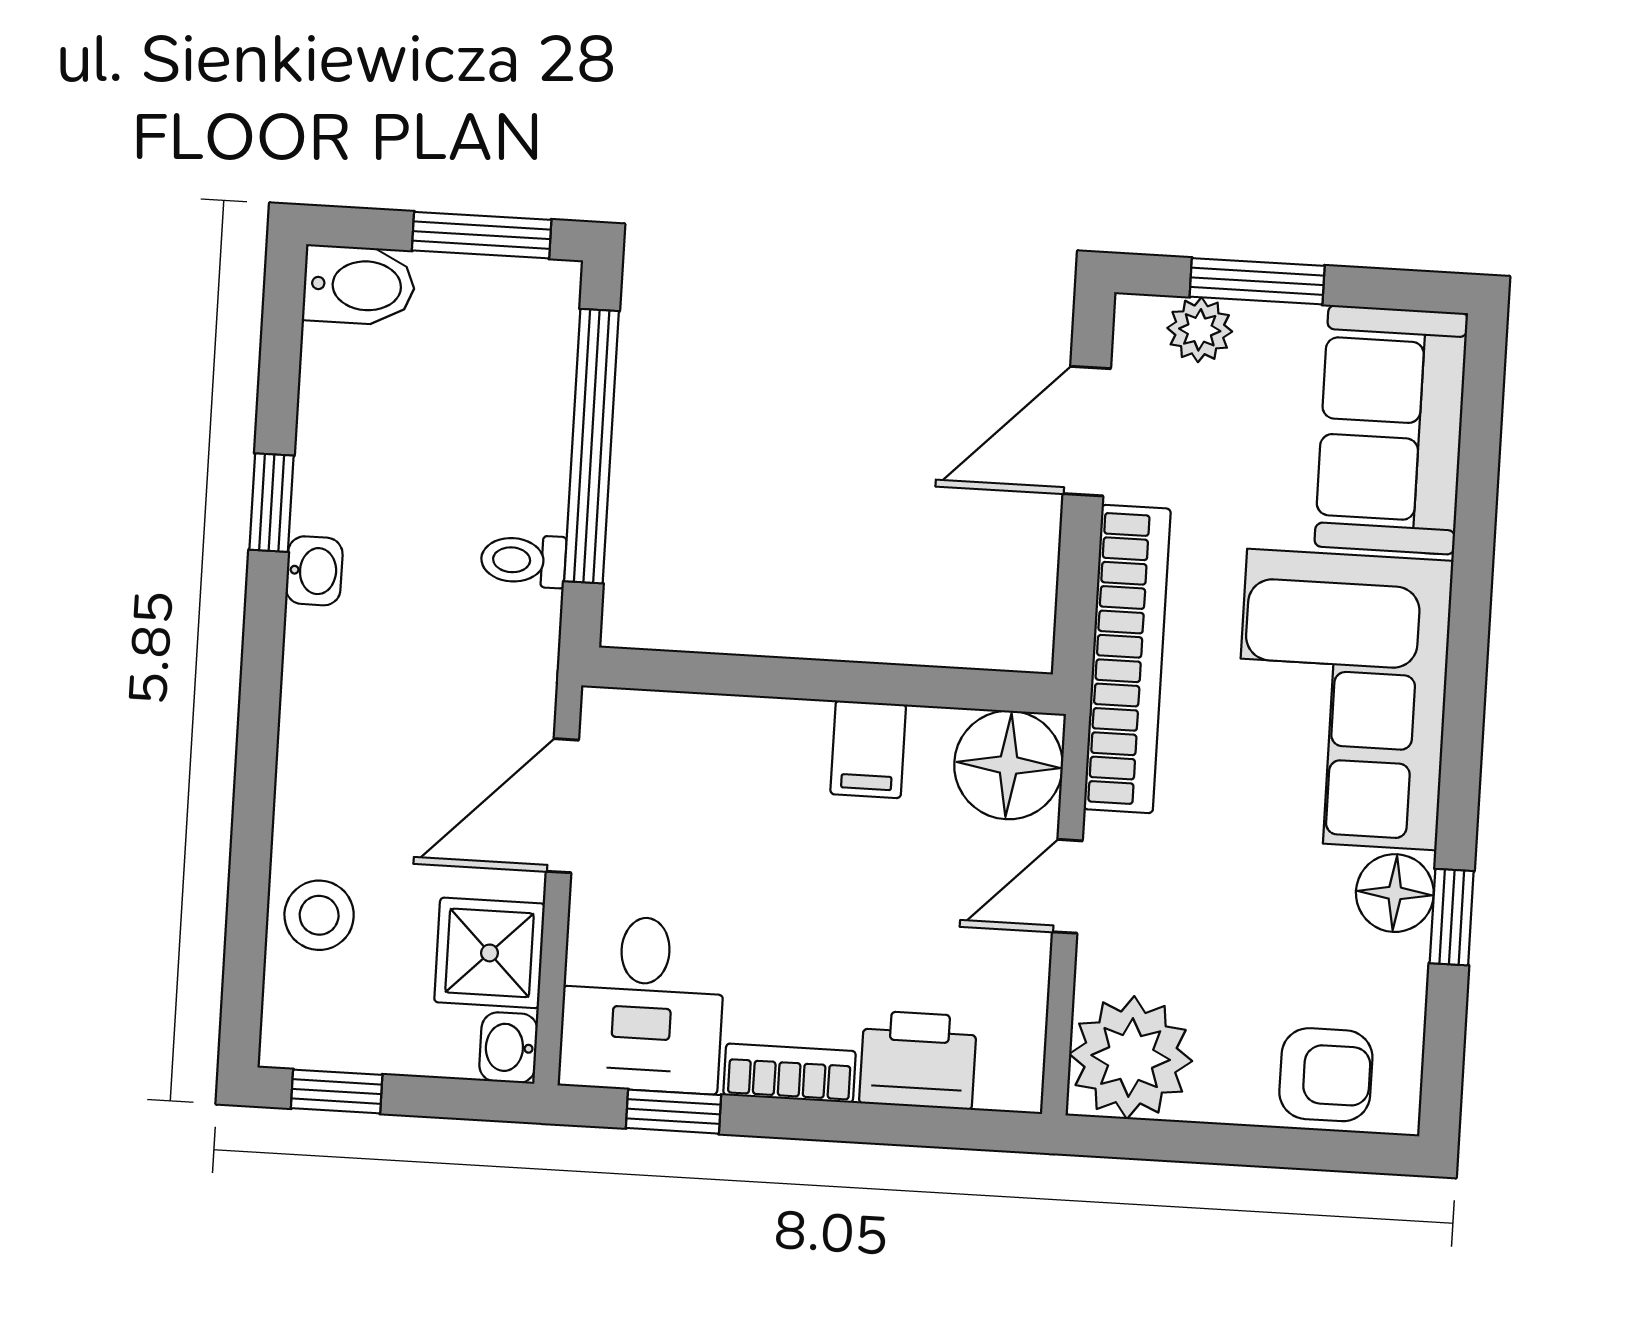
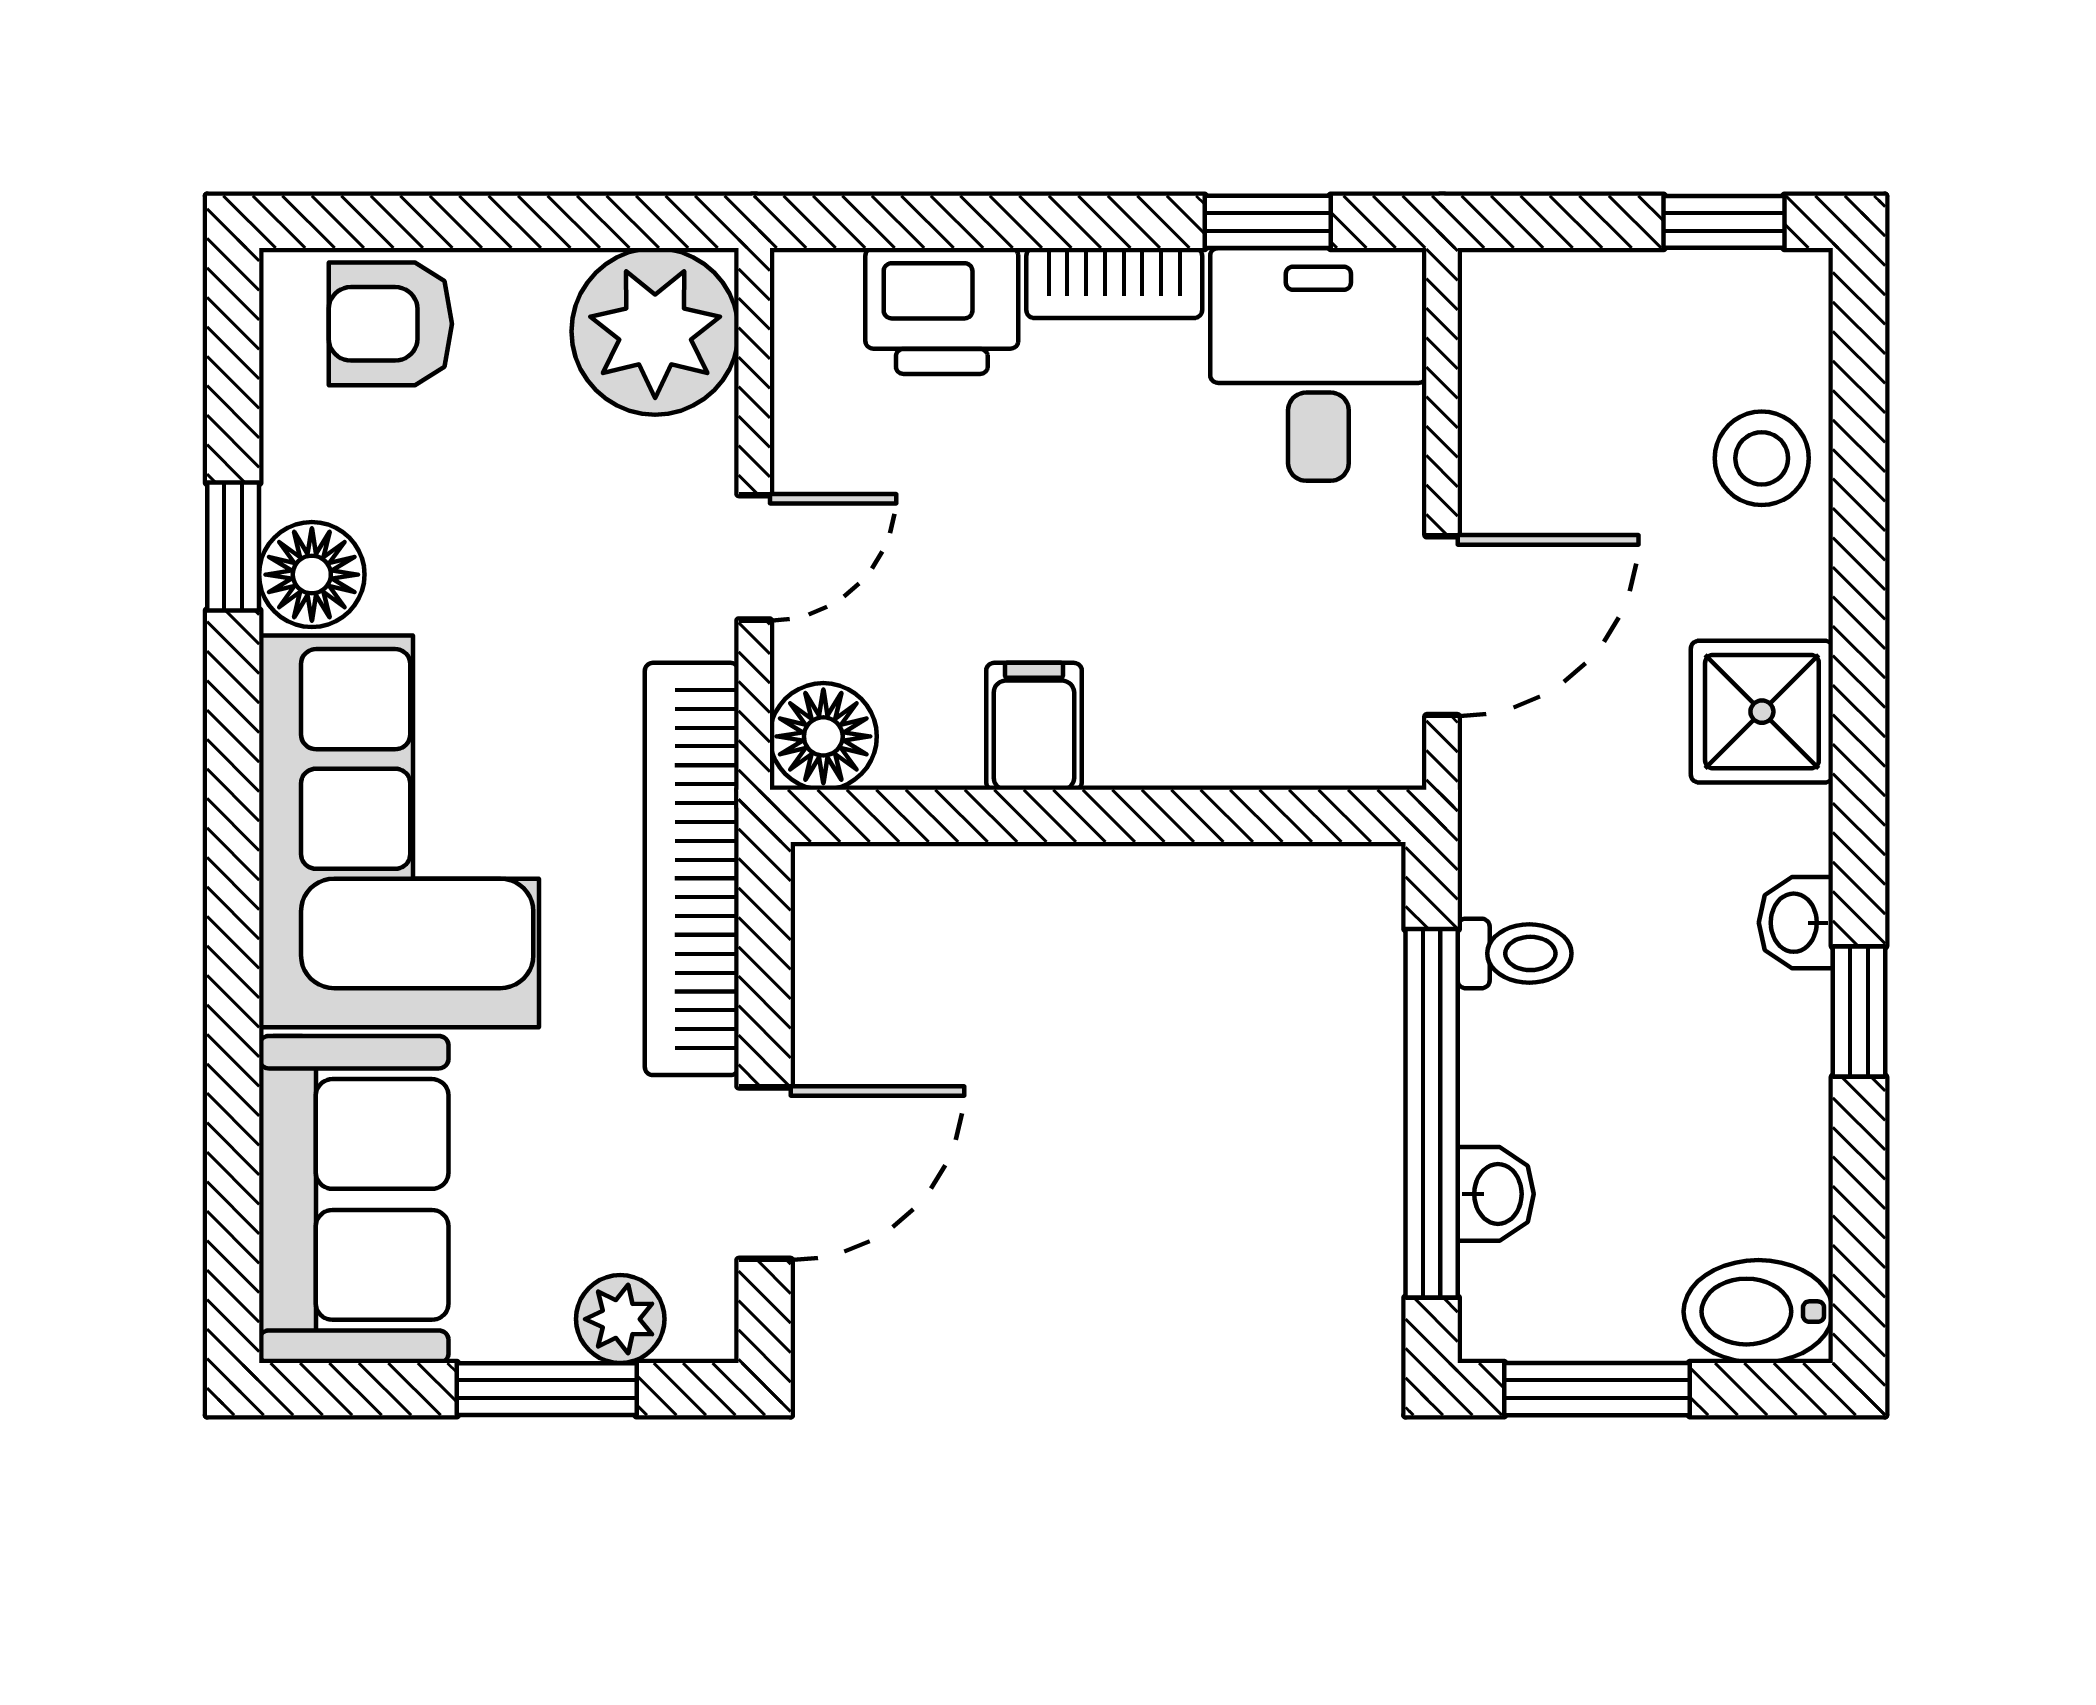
floor lamp: (1009, 765) -> (823, 736), width x0.73, depth x0.73
shower: (490, 953) -> (1762, 712), moved
washbasin: (508, 1048) -> (1496, 1194), moved

